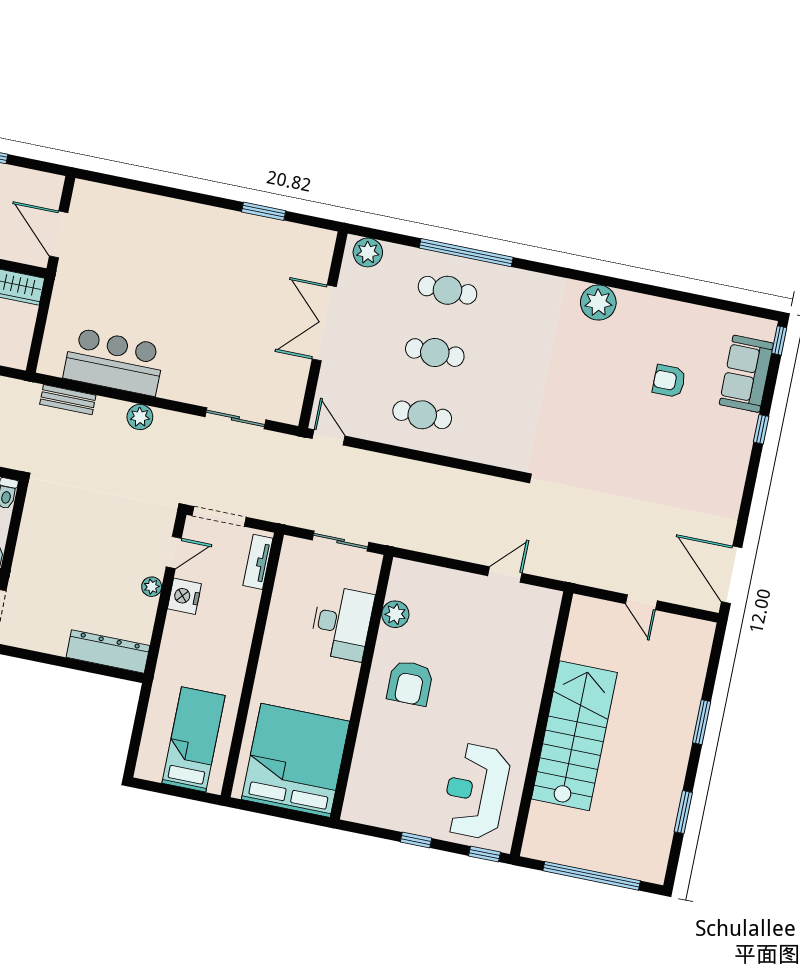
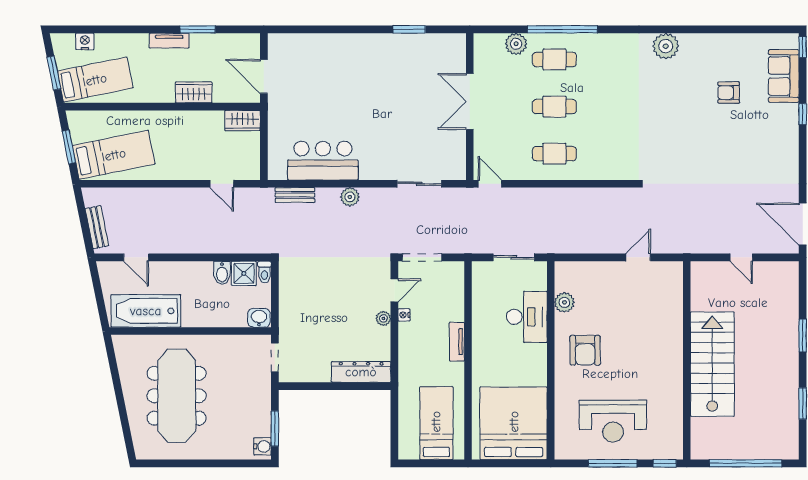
plant: (368, 252) -> (516, 44), moved
tv unit: (258, 562) -> (457, 342), moved
nightstand: (184, 596) -> (404, 315), width x0.53, depth x0.56
reception desk: (476, 791) -> (613, 421), moved, turned -90
window: (416, 840) -> (613, 463), width x2.17

